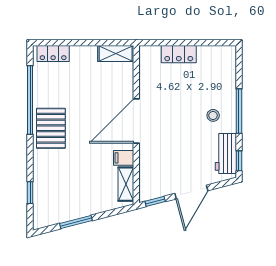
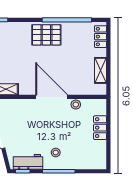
shelving: (116, 54) -> (101, 70), moved
stool: (147, 88) -> (76, 105), added
filing cabinet: (124, 158) -> (25, 88), removed

